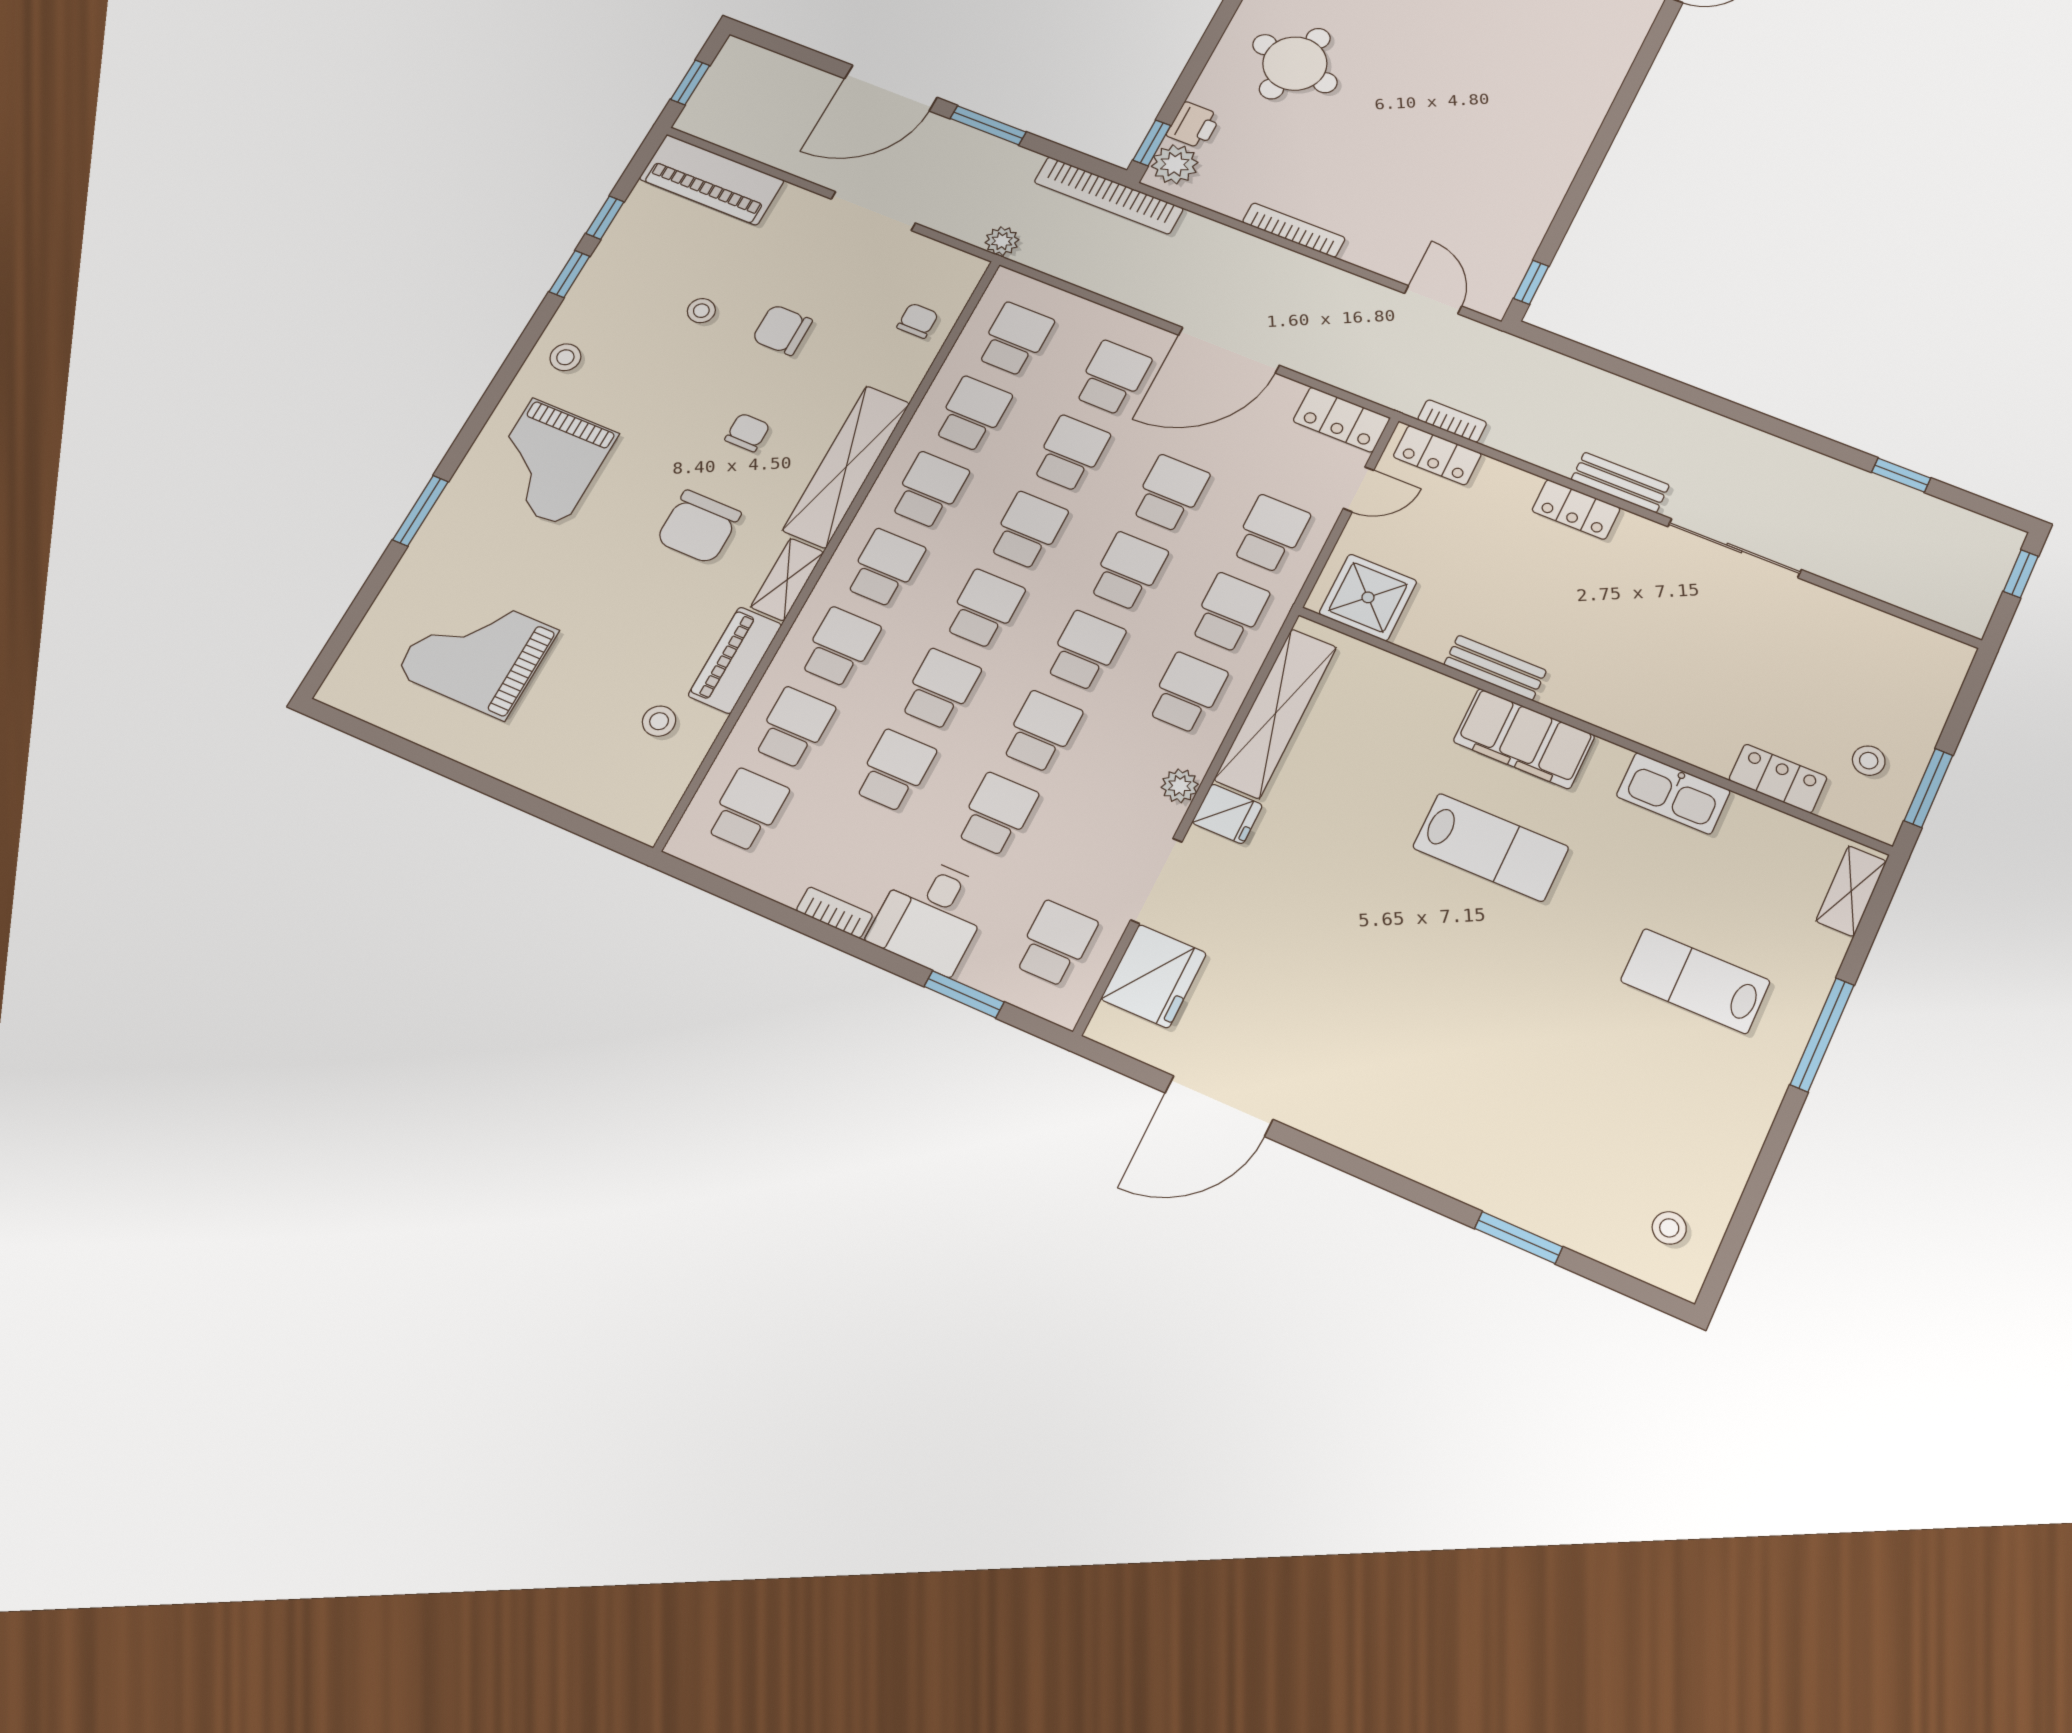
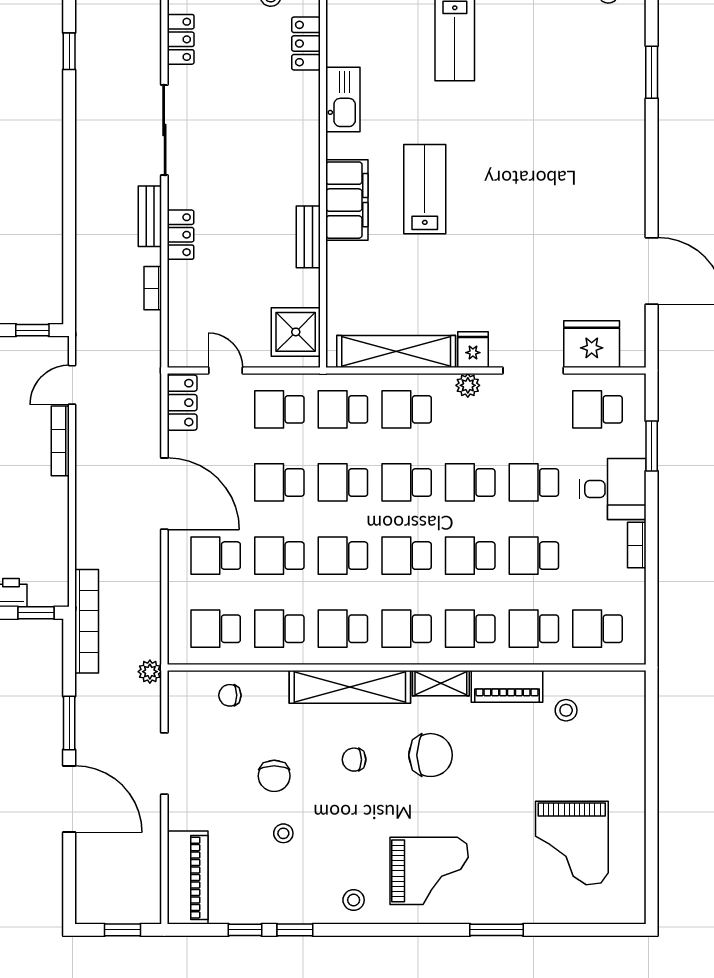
plant: (1175, 164) -> (45, 591), removed
bookcase: (1294, 230) -> (60, 441), moved
bookcase: (1452, 421) -> (153, 288), moved
locker: (1437, 455) -> (181, 39), moved

